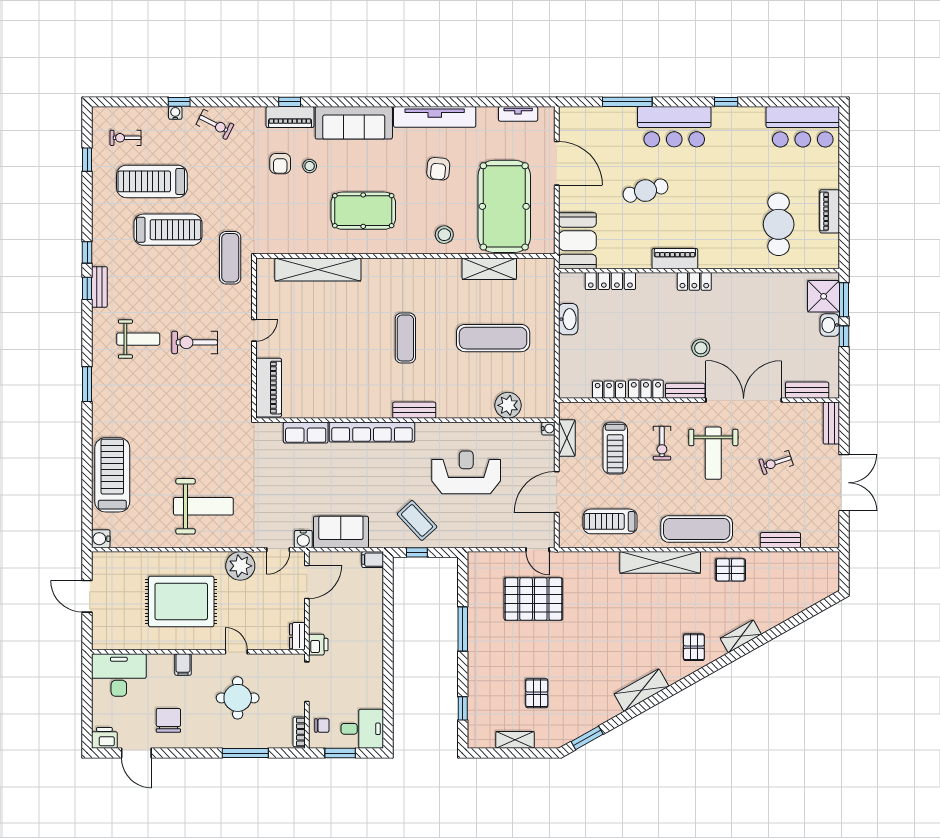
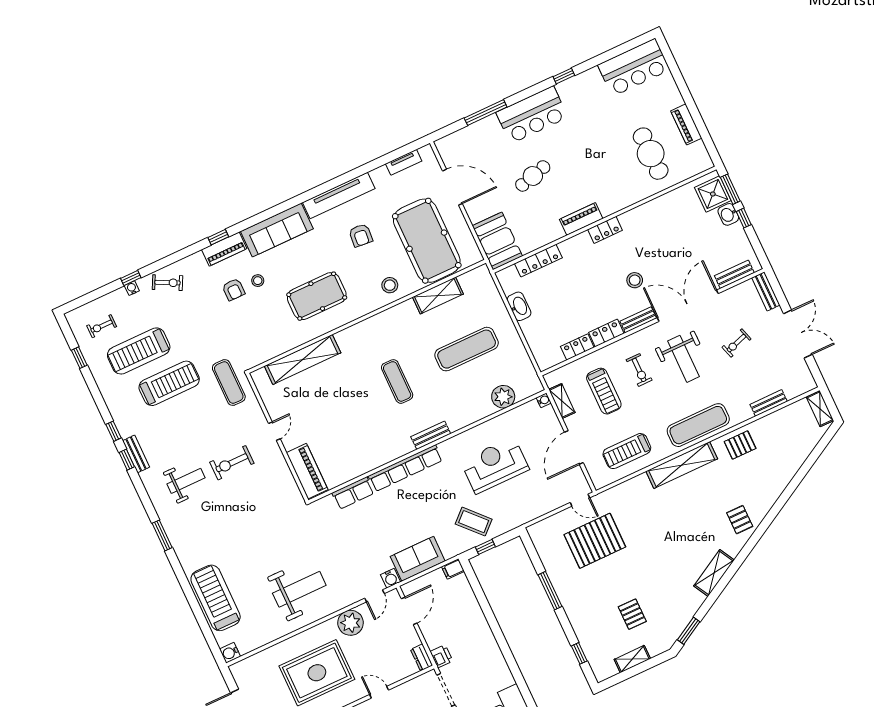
shelving: (741, 636) -> (820, 409), moved, turned -61

